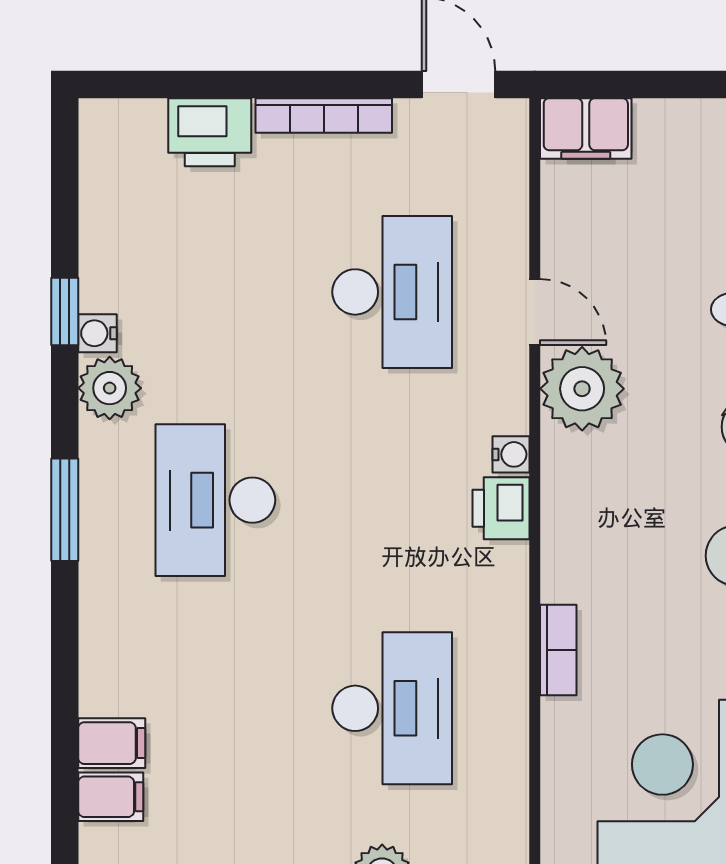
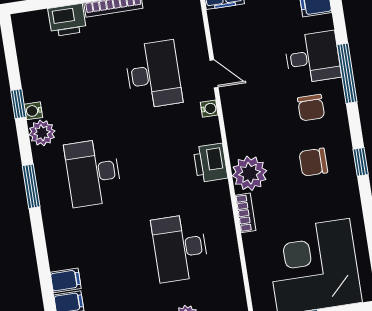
plant: (582, 389) -> (249, 173), moved
water cooler: (511, 454) -> (209, 109), moved
printer: (501, 508) -> (210, 163), width x1.36, depth x1.24
desk: (392, 708) -> (180, 248), turned 180

